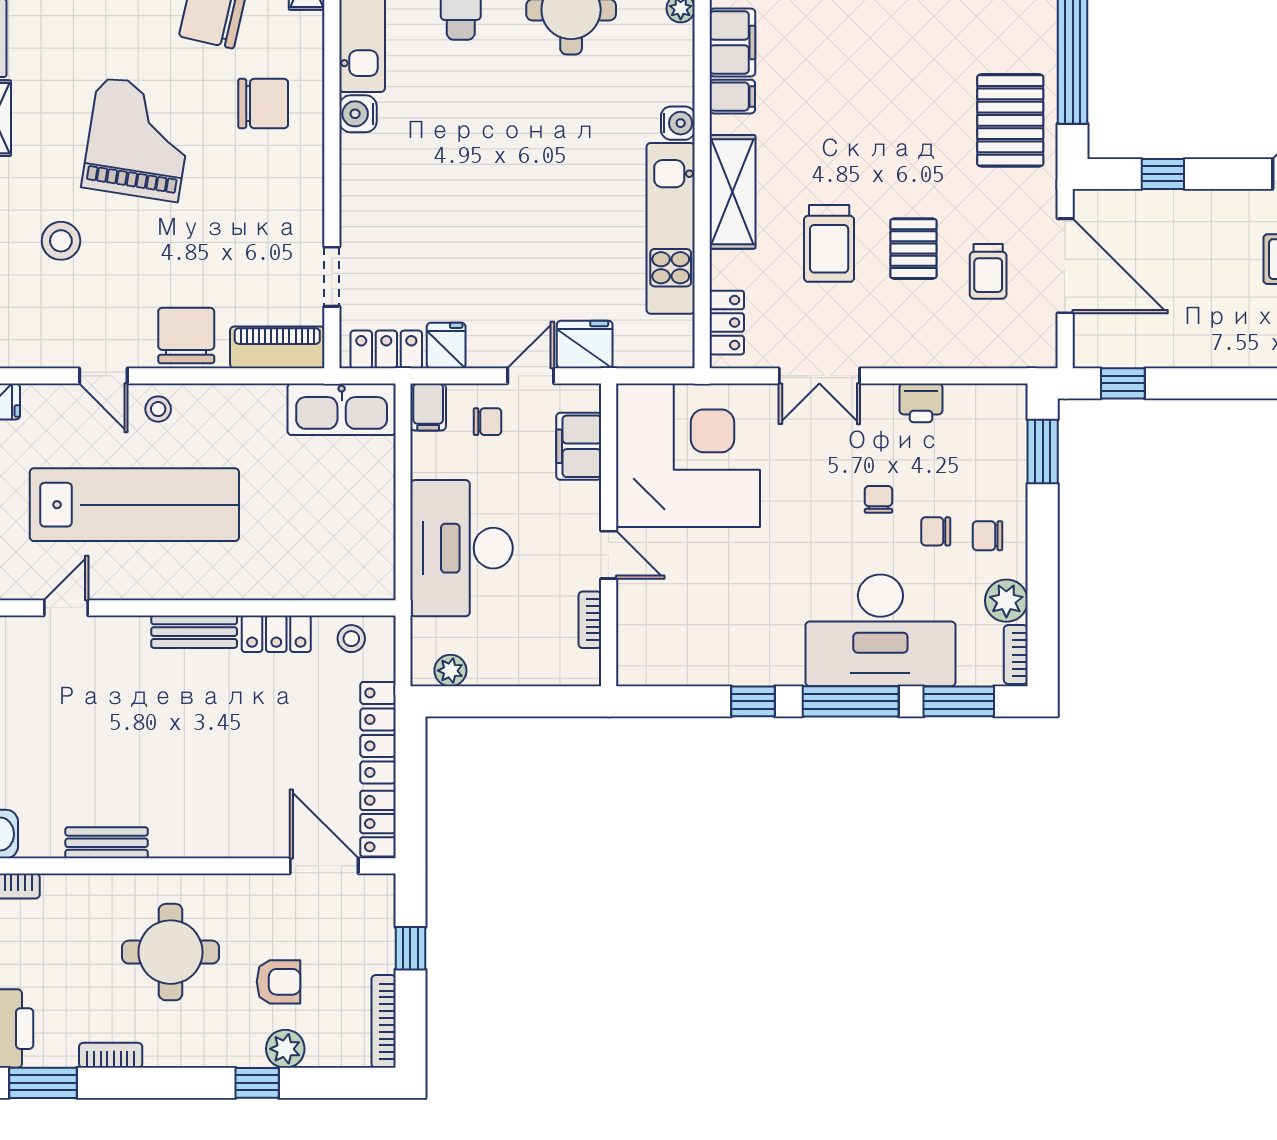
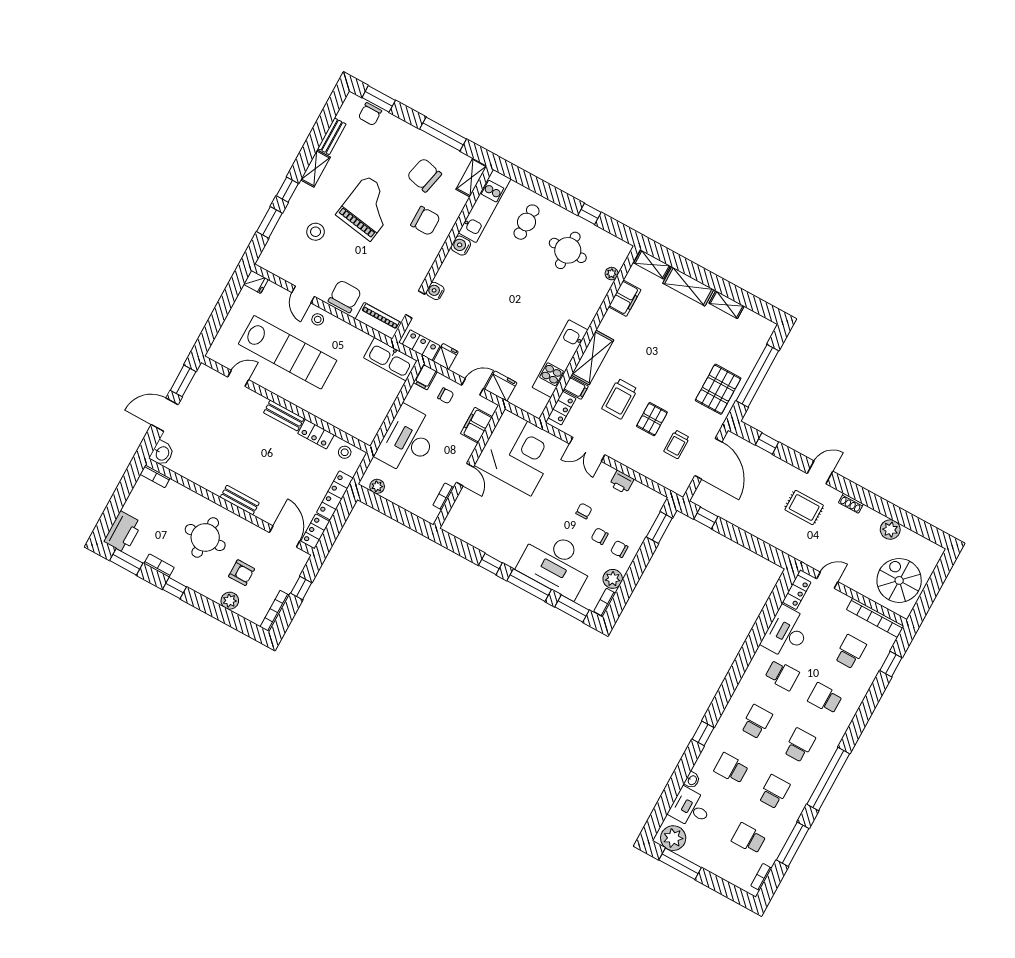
filing cabinet: (732, 97) -> (576, 388), moved
water cooler: (678, 123) -> (435, 291), moved, turned 180
bench: (107, 843) -> (240, 500), moved
window: (257, 1083) -> (174, 588), moved

